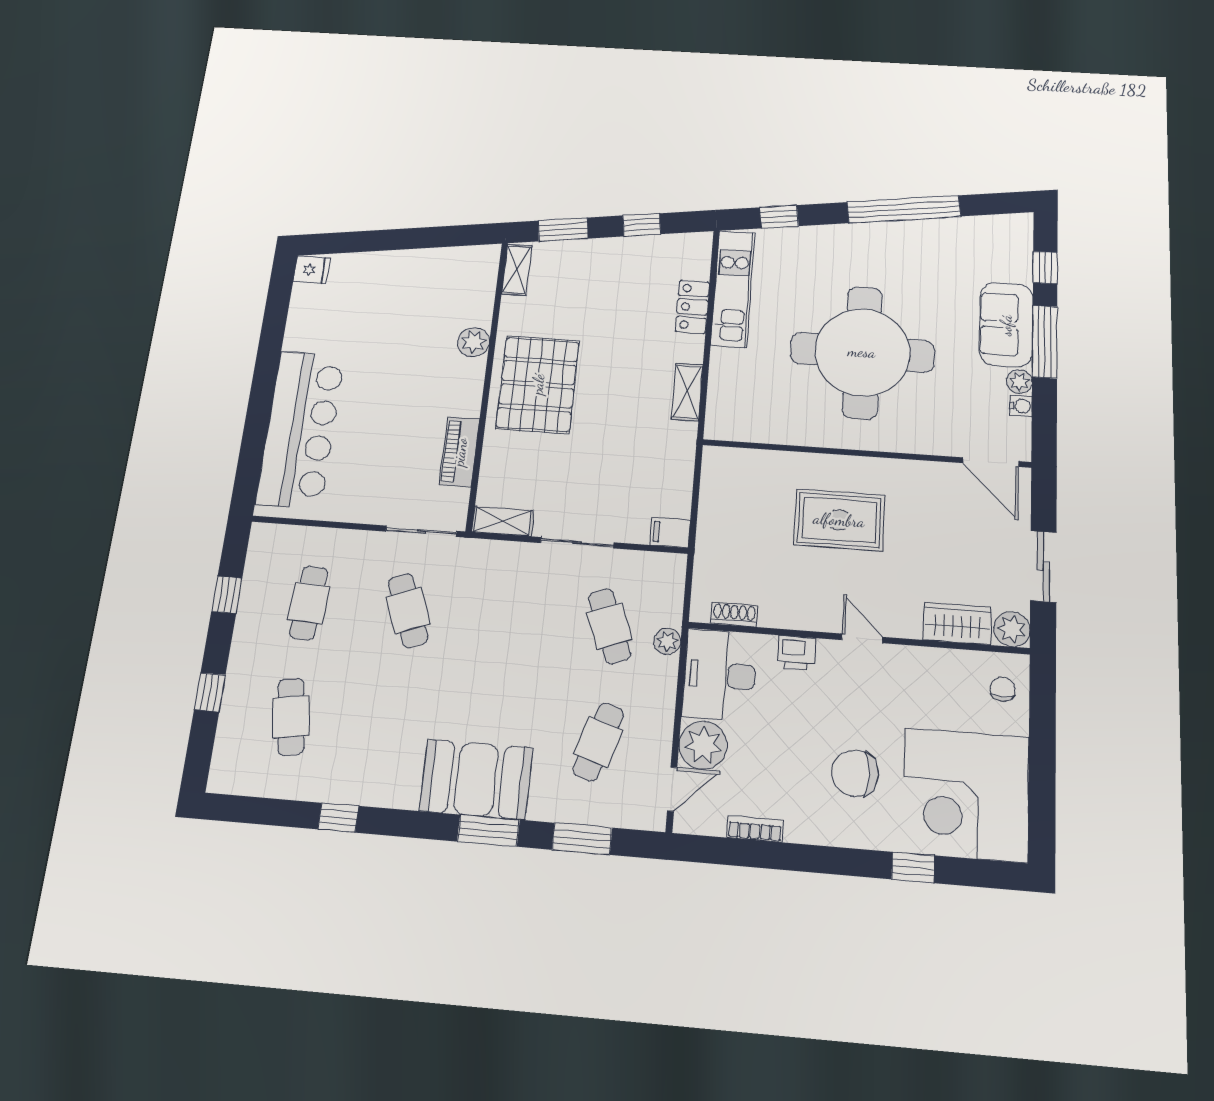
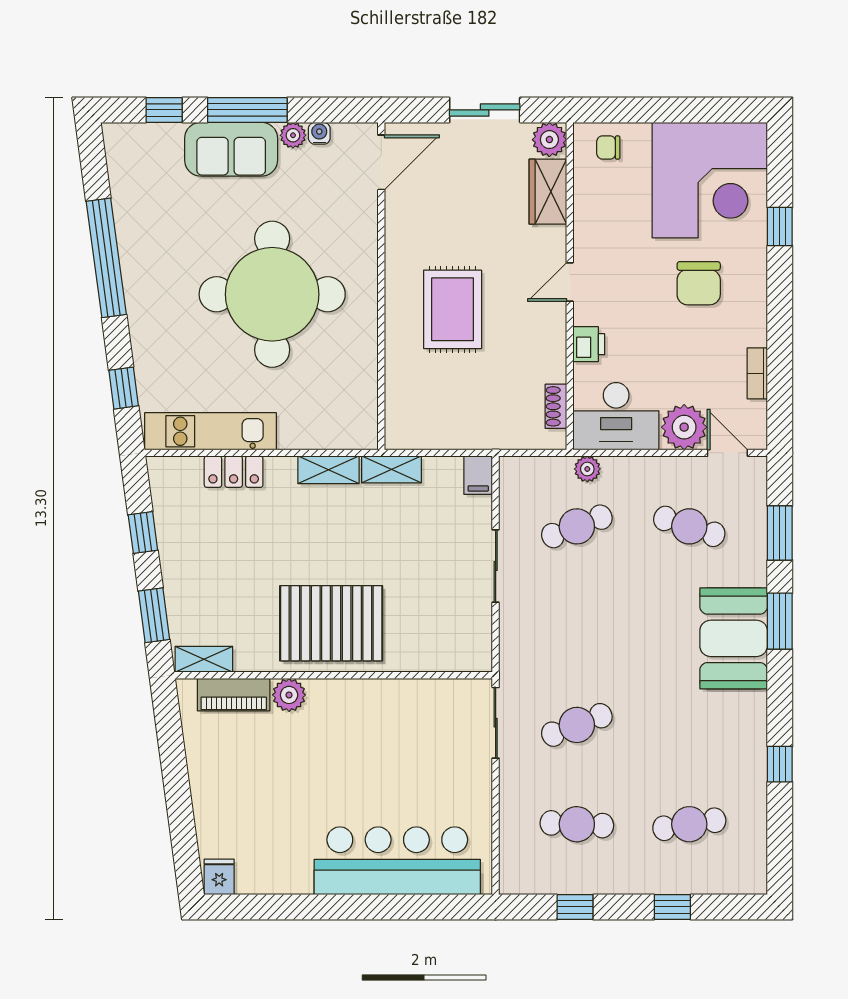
piano: (460, 452) -> (234, 695), moved
shelving: (503, 521) -> (391, 469), moved, turned 90

